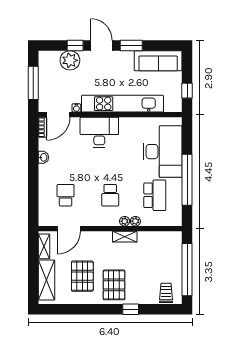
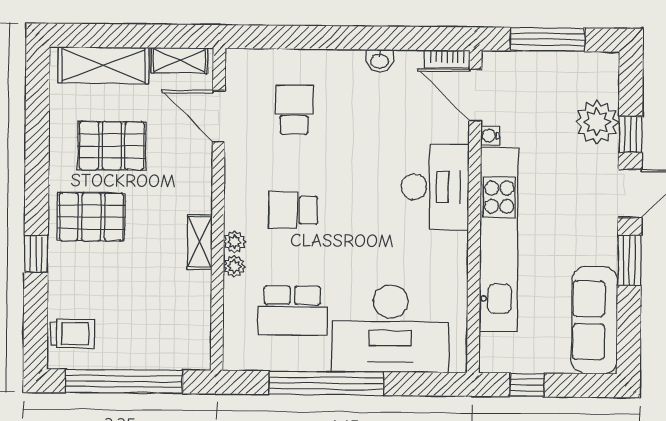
school desk: (66, 195) -> (294, 110), turned -90

